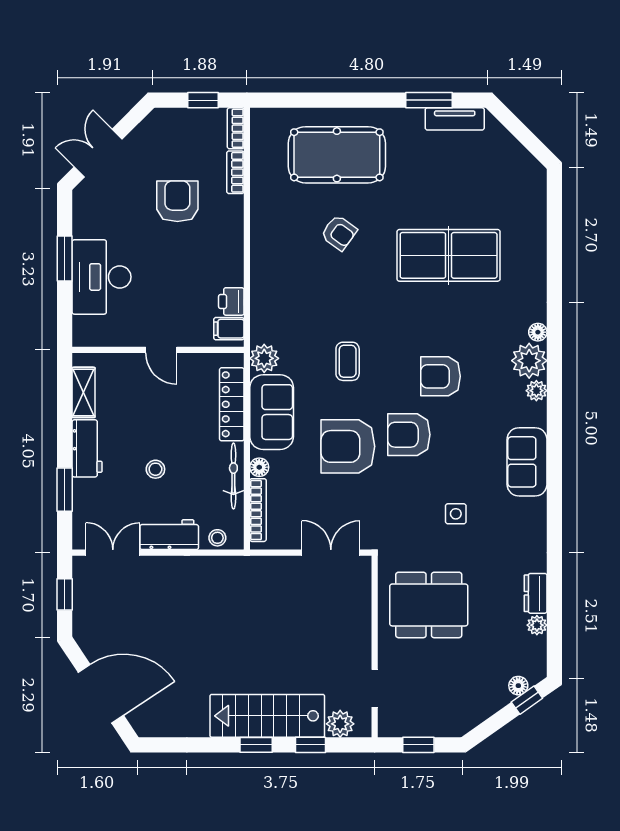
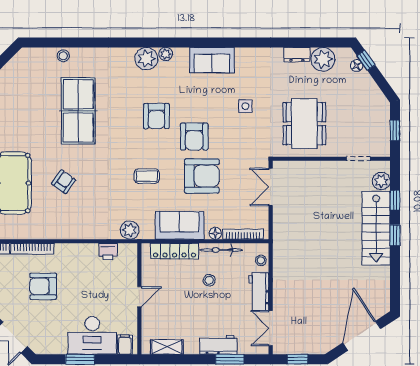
bookcase: (235, 172) -> (32, 249), width x1.56
stool: (534, 232) -> (63, 56), added
filing cabinet: (229, 329) -> (125, 345), moved, turned 180
floor lamp: (538, 332) -> (128, 53), removed
plant: (264, 358) -> (130, 230), moved
armchair: (348, 446) -> (202, 176), turned -90
workbench: (87, 448) -> (218, 345), moved
stool: (155, 469) -> (209, 280), moved
plant: (537, 625) -> (323, 59), width x1.87, depth x1.87

